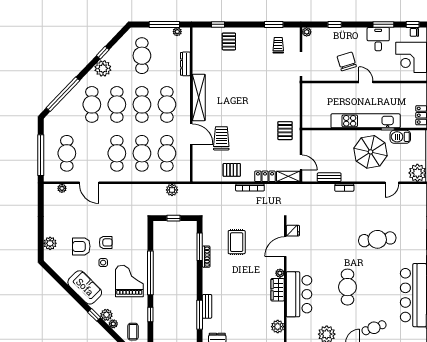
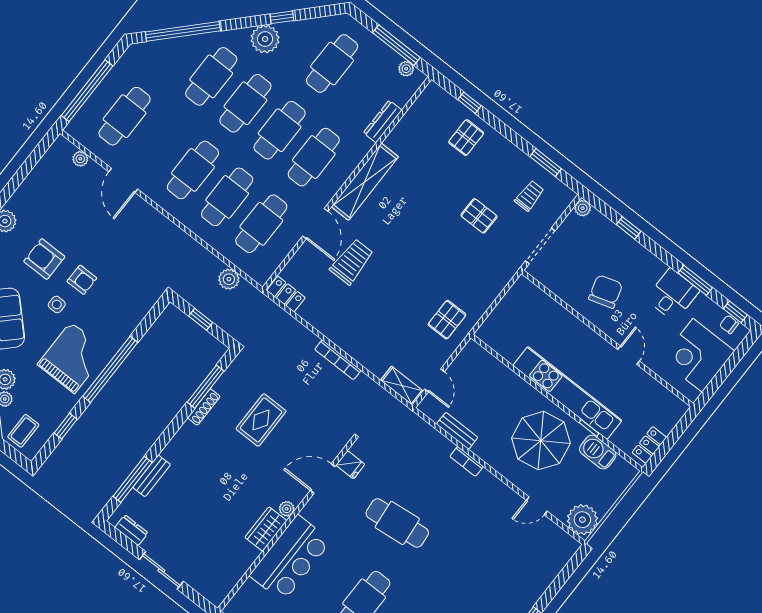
door: (366, 82) -> (629, 355), moved
pallet: (232, 170) -> (479, 216), moved
locker: (265, 176) -> (286, 294), moved
cafe table: (377, 239) -> (397, 523), moved
plant: (278, 327) -> (226, 579), removed

